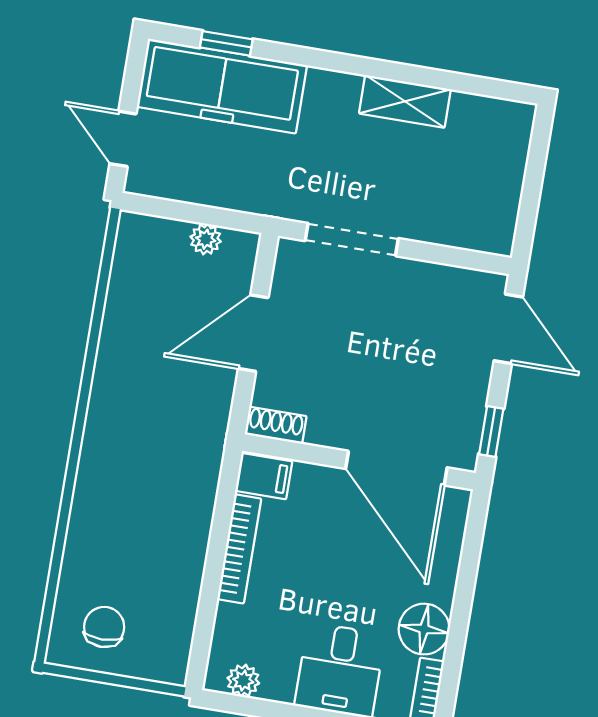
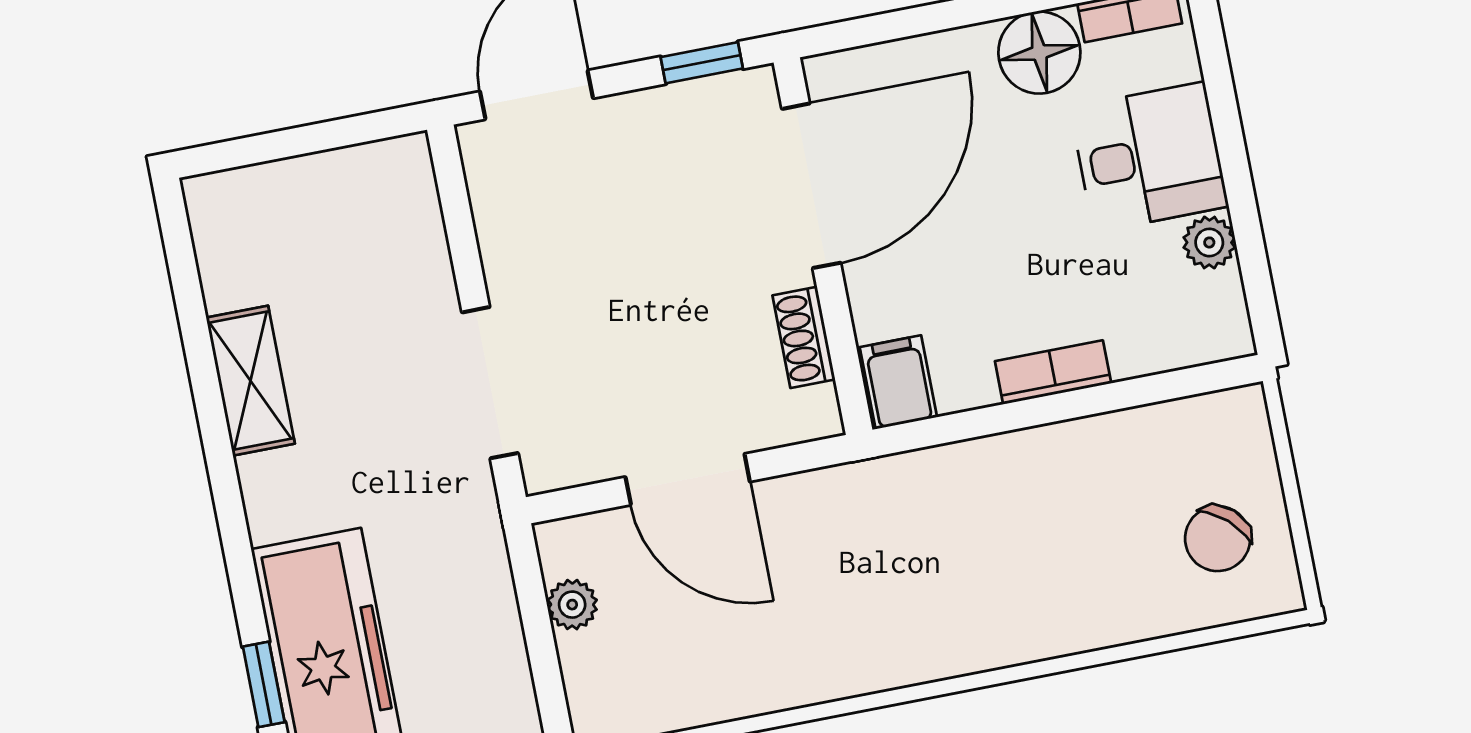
shoe rack: (276, 425) -> (804, 337), moved
bookcase: (239, 549) -> (1053, 372), width x0.64
chair: (104, 627) -> (1218, 539), turned -48
plant: (243, 681) -> (1209, 243), moved

